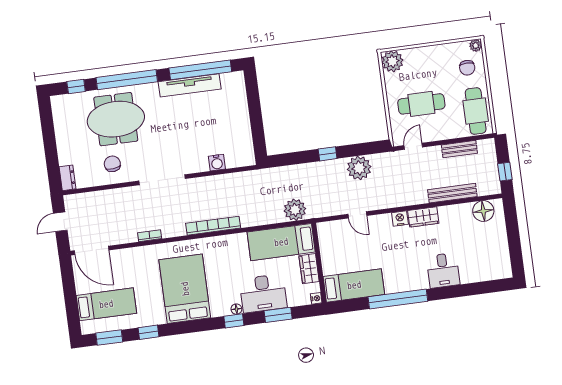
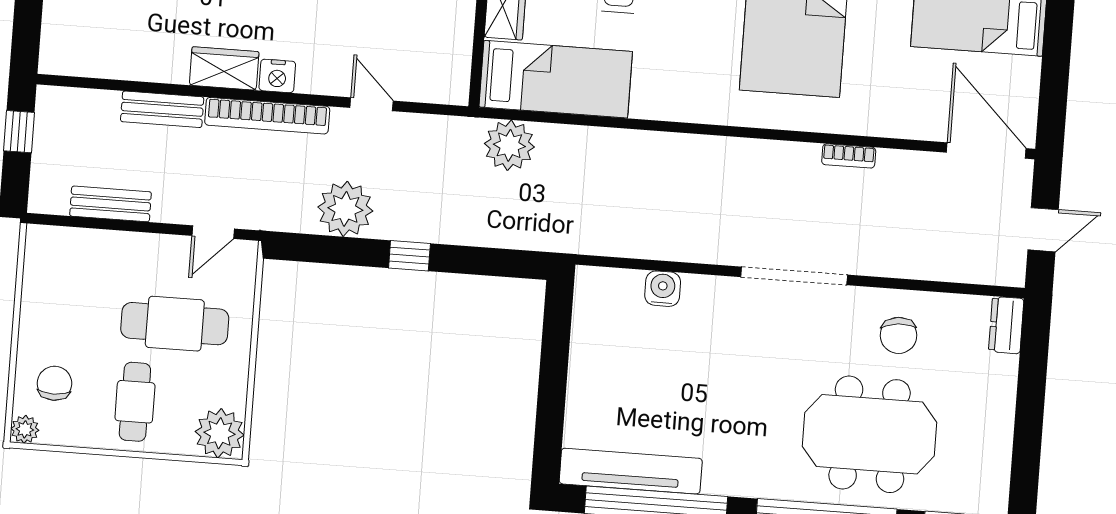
tv unit: (190, 85) -> (631, 471), moved
cafe table: (476, 111) -> (135, 402), moved, width x0.73, depth x0.74
bench: (452, 193) -> (162, 109), width x0.73
floor lamp: (483, 211) -> (86, 53), removed
bookcase: (213, 226) -> (267, 116), moved

